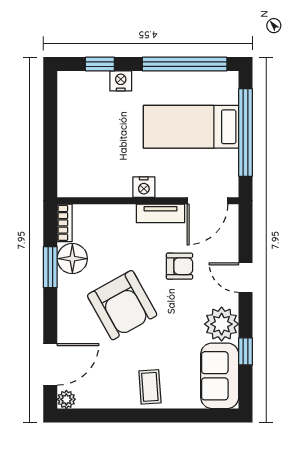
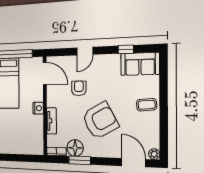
tv unit: (160, 213) -> (51, 121), moved
plant: (222, 324) -> (110, 64), removed

